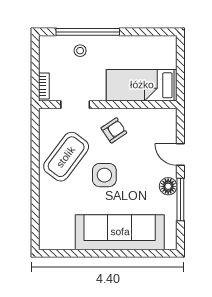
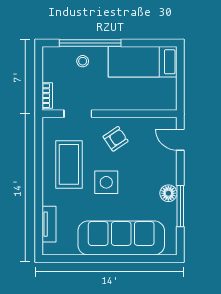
bed: (142, 85) -> (143, 62), moved
door: (180, 155) -> (180, 140), moved
coffee table: (66, 157) -> (69, 164), turned -37
tv unit: (46, 218) -> (49, 224), added

